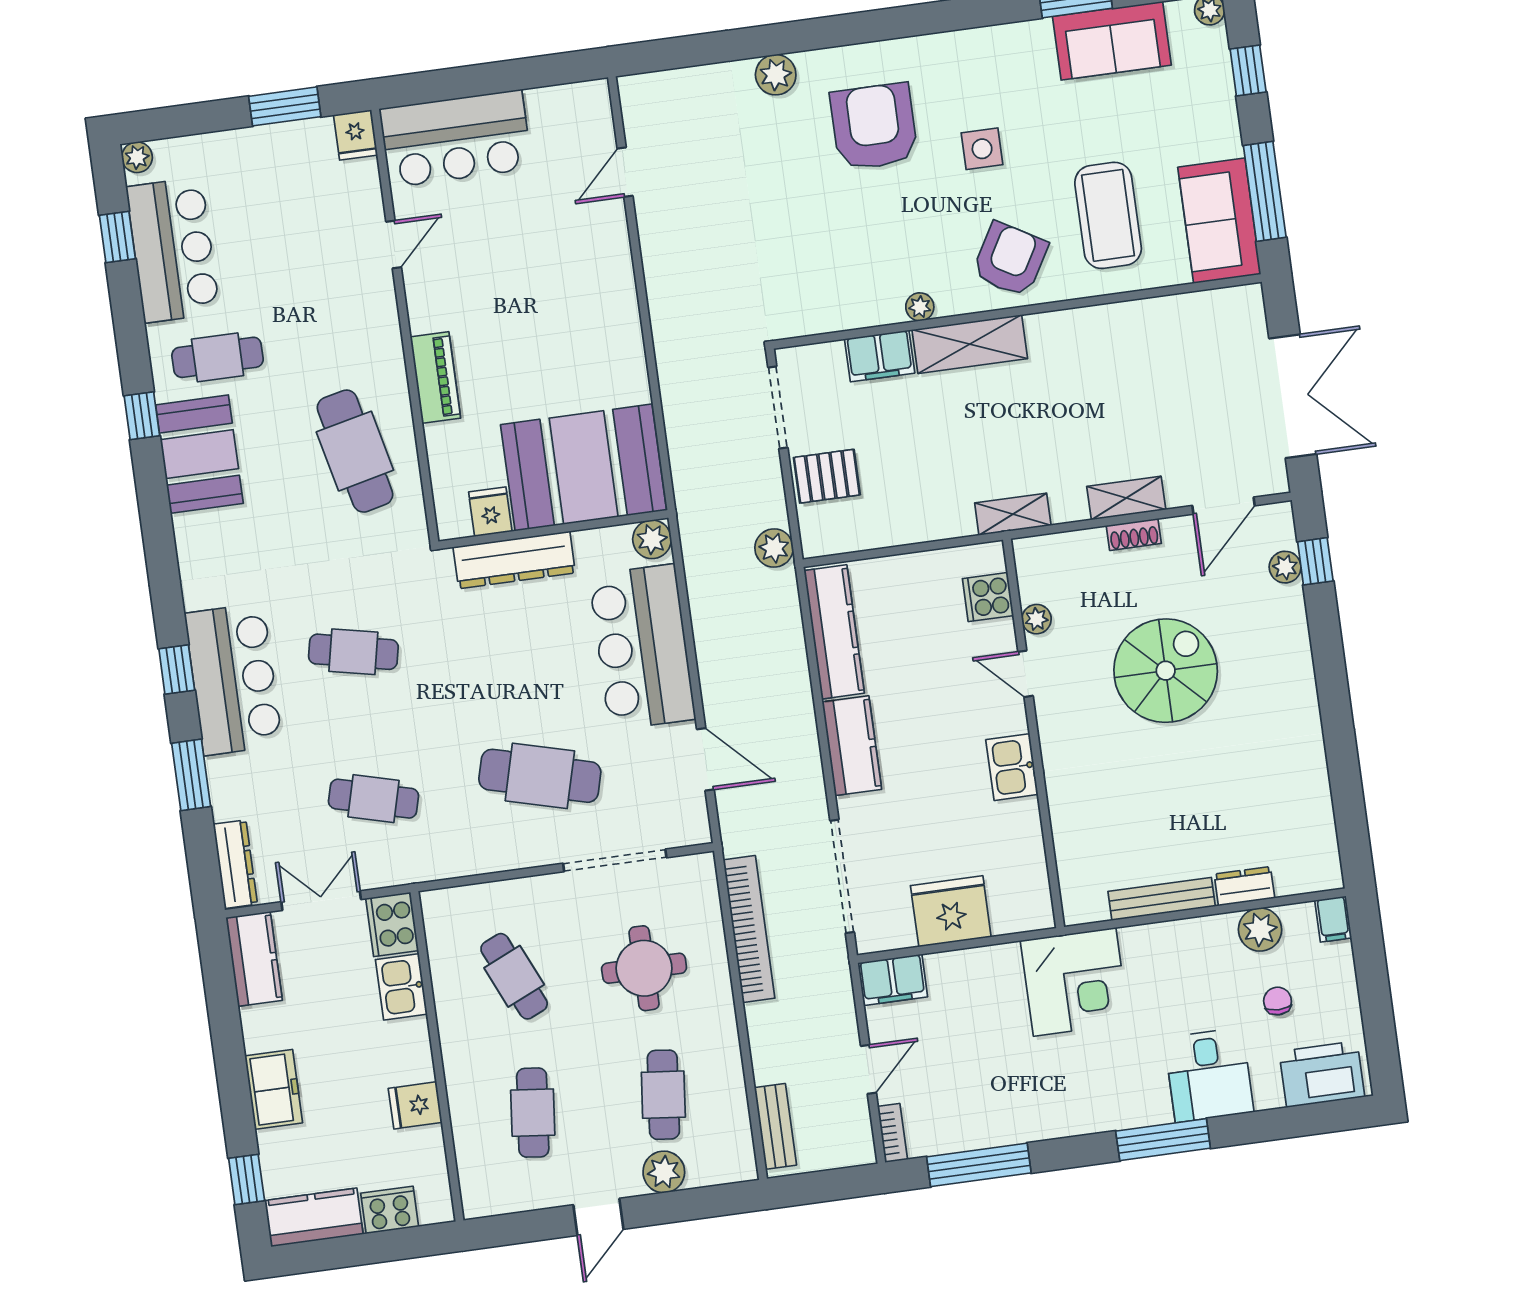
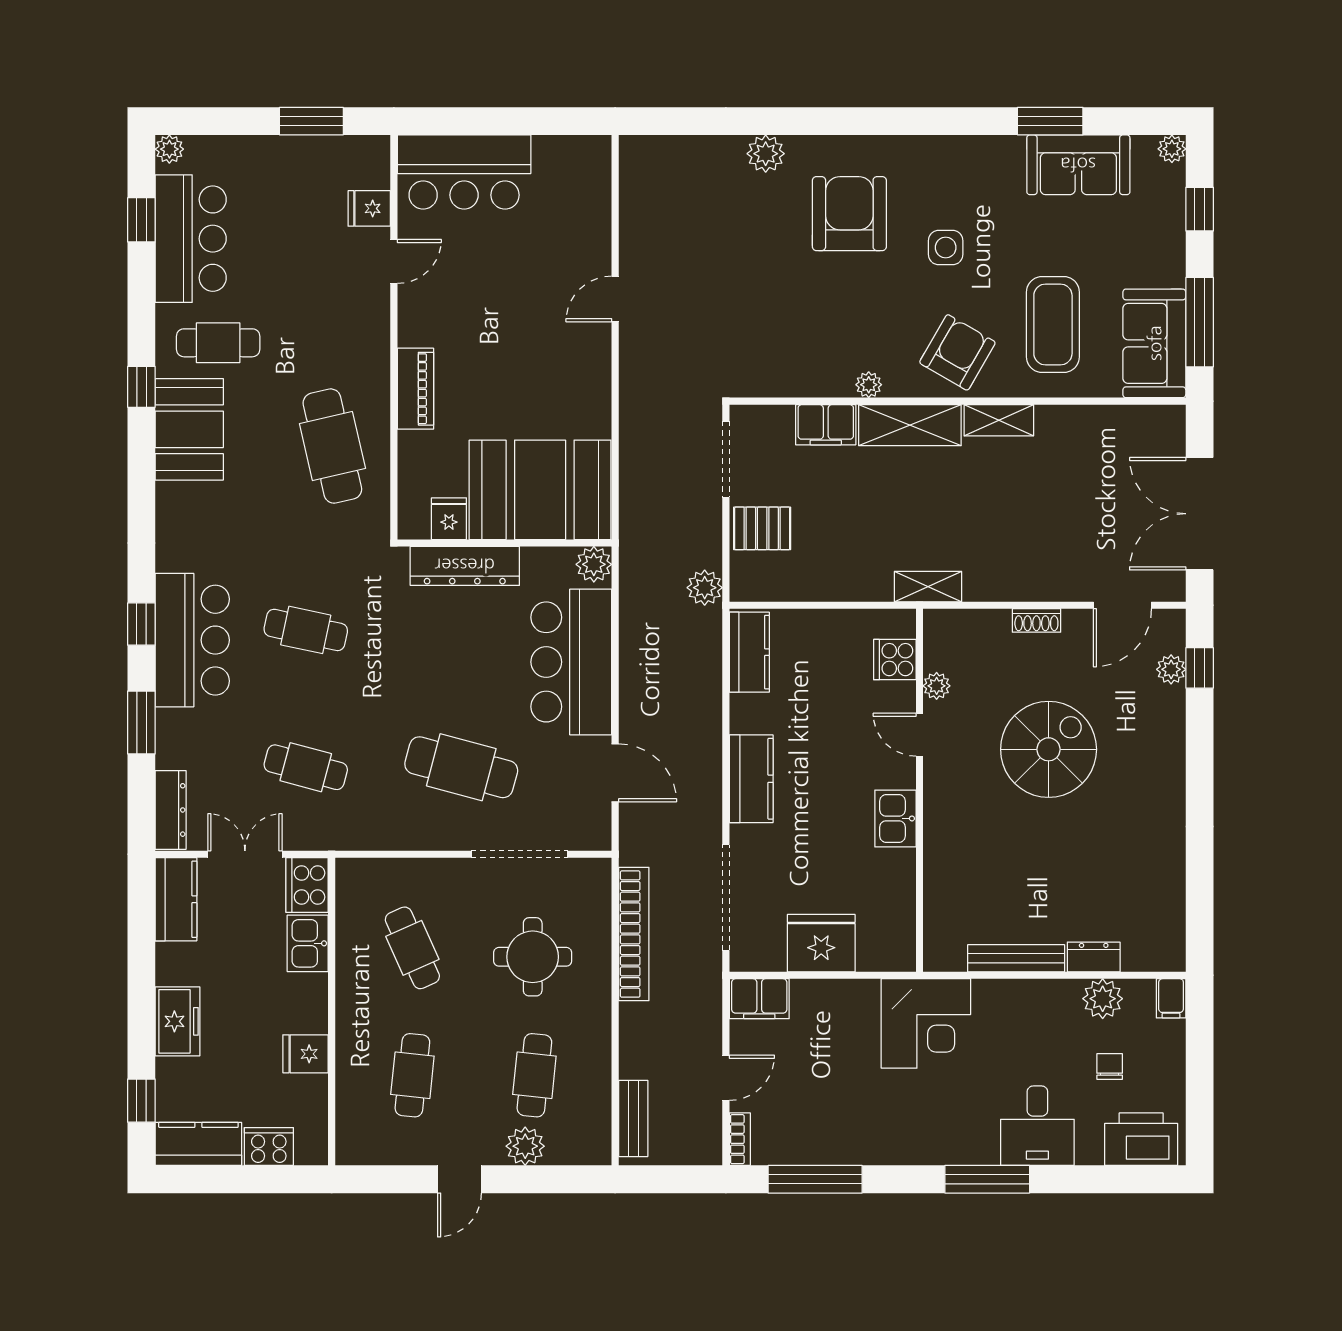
fridge: (355, 135) -> (369, 208), moved, turned 90
door: (625, 172) -> (615, 299), moved
double door: (1293, 396) -> (1200, 514), swing flipped
shelving: (1126, 498) -> (999, 420), moved
kitchen counter: (834, 632) -> (749, 652), width x0.67

